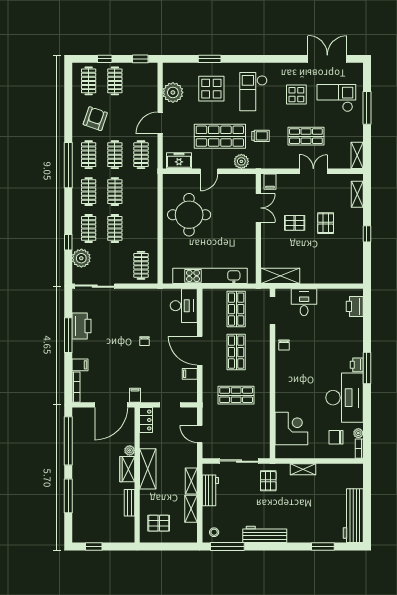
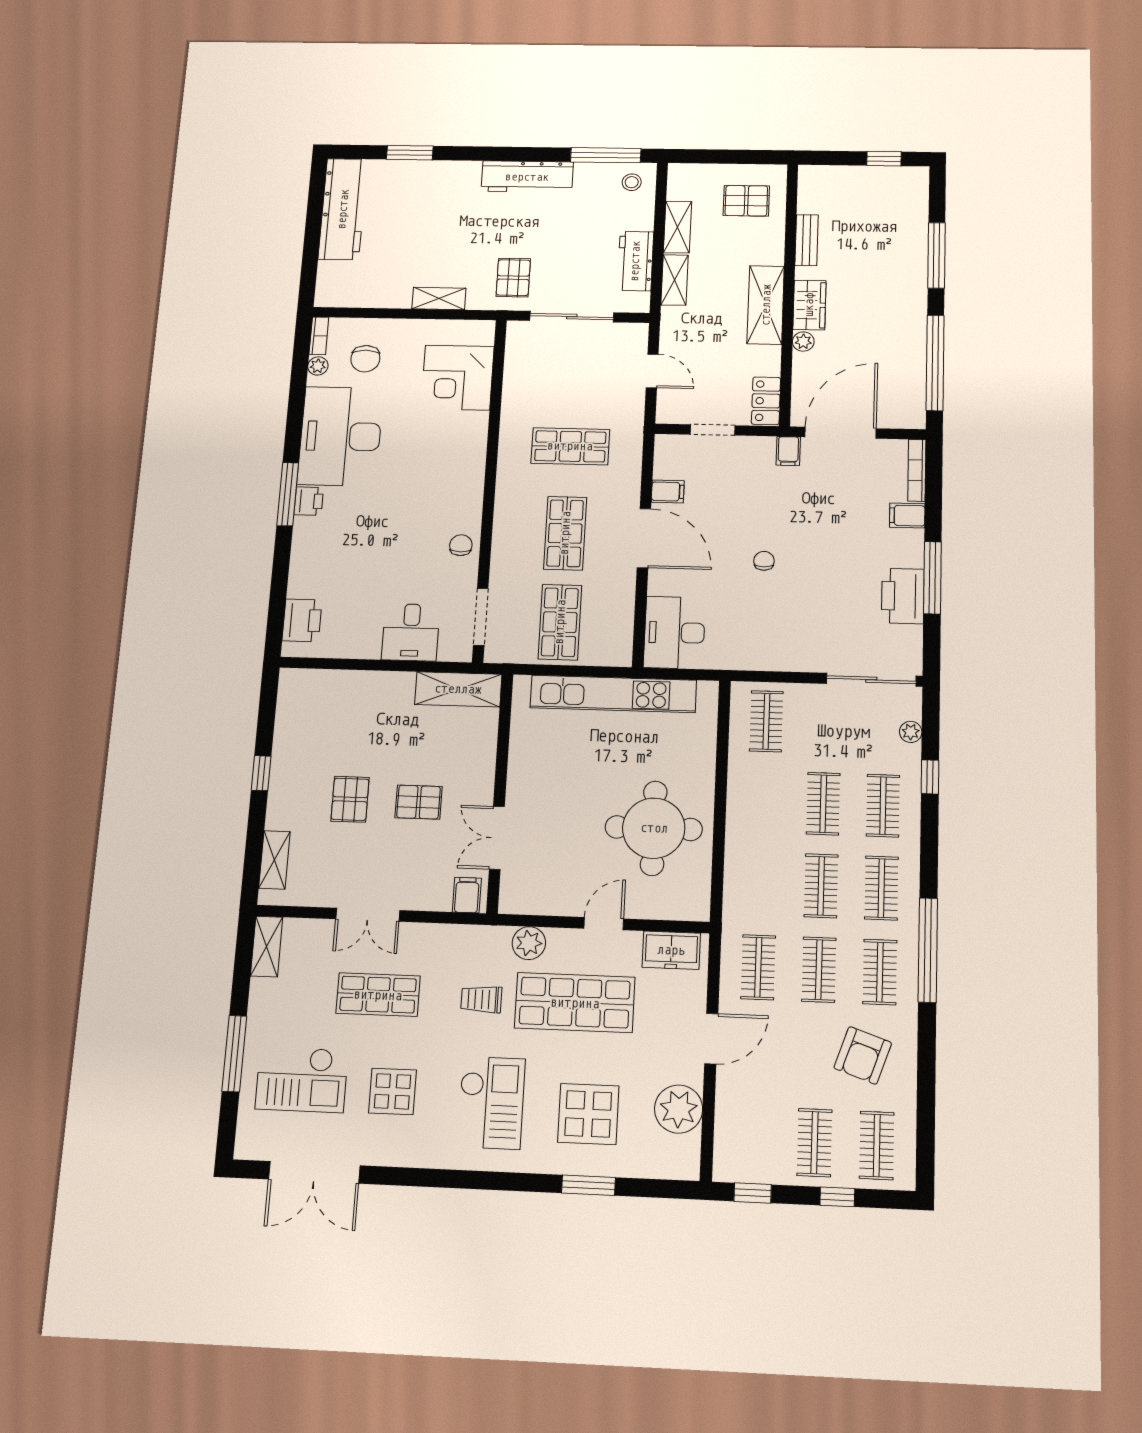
plant: (81, 258) -> (911, 732), width x0.53, depth x0.53
chair: (336, 437) -> (365, 359), turned 90

